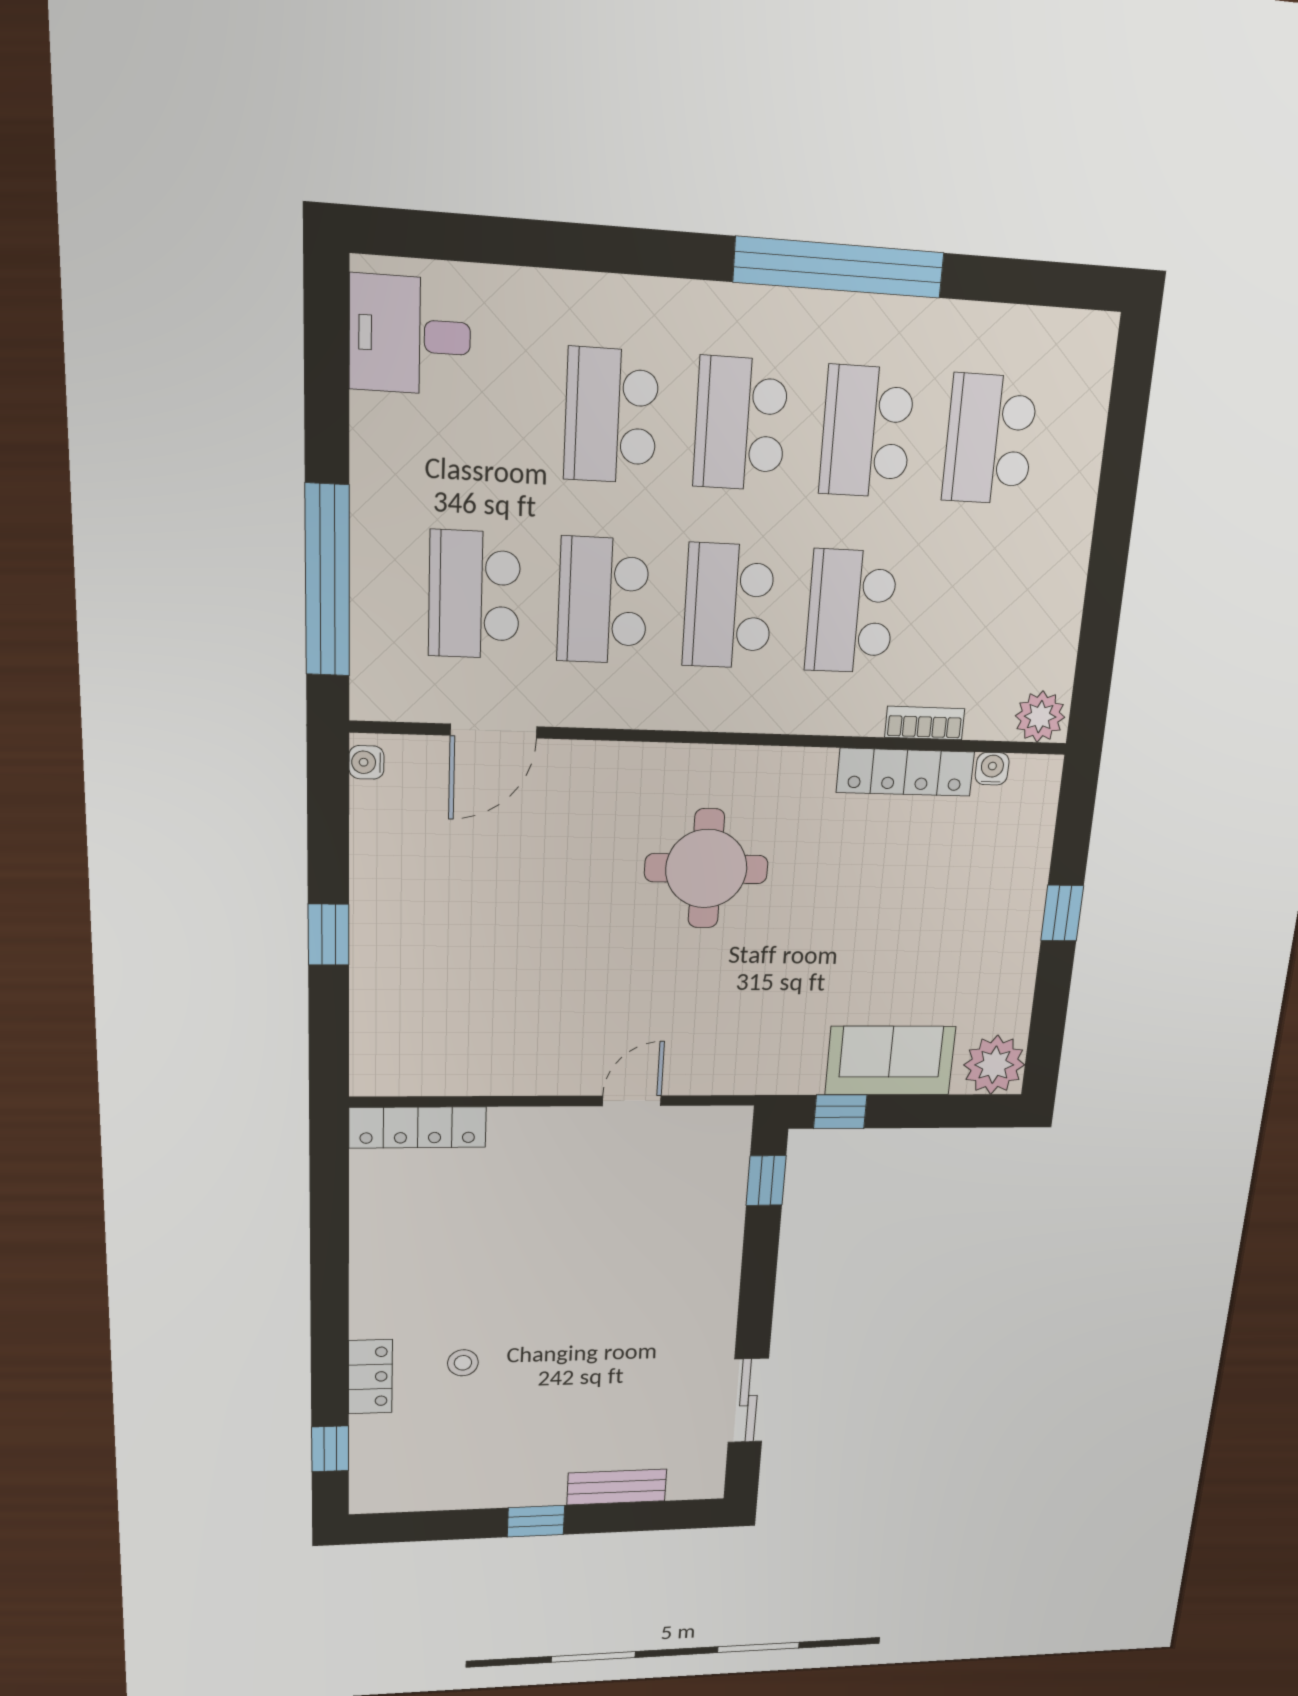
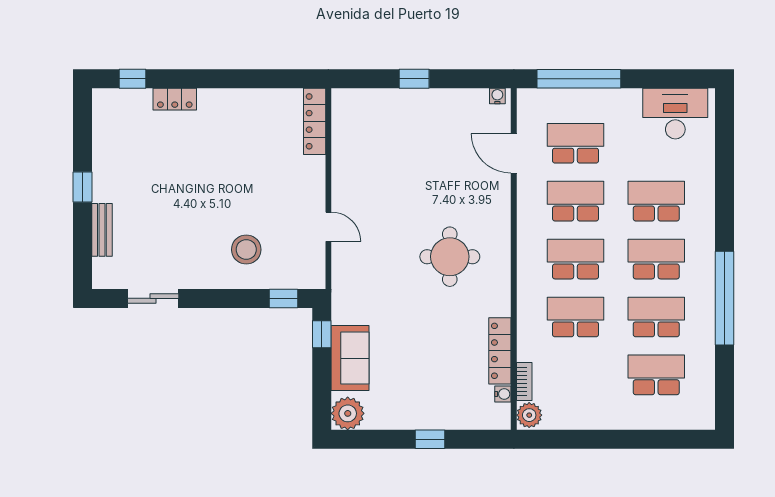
desk: (410, 335) -> (675, 114), width x1.37
bookcase: (925, 723) -> (524, 382), moved
stool: (463, 1363) -> (246, 250), moved, width x1.89, depth x1.89

